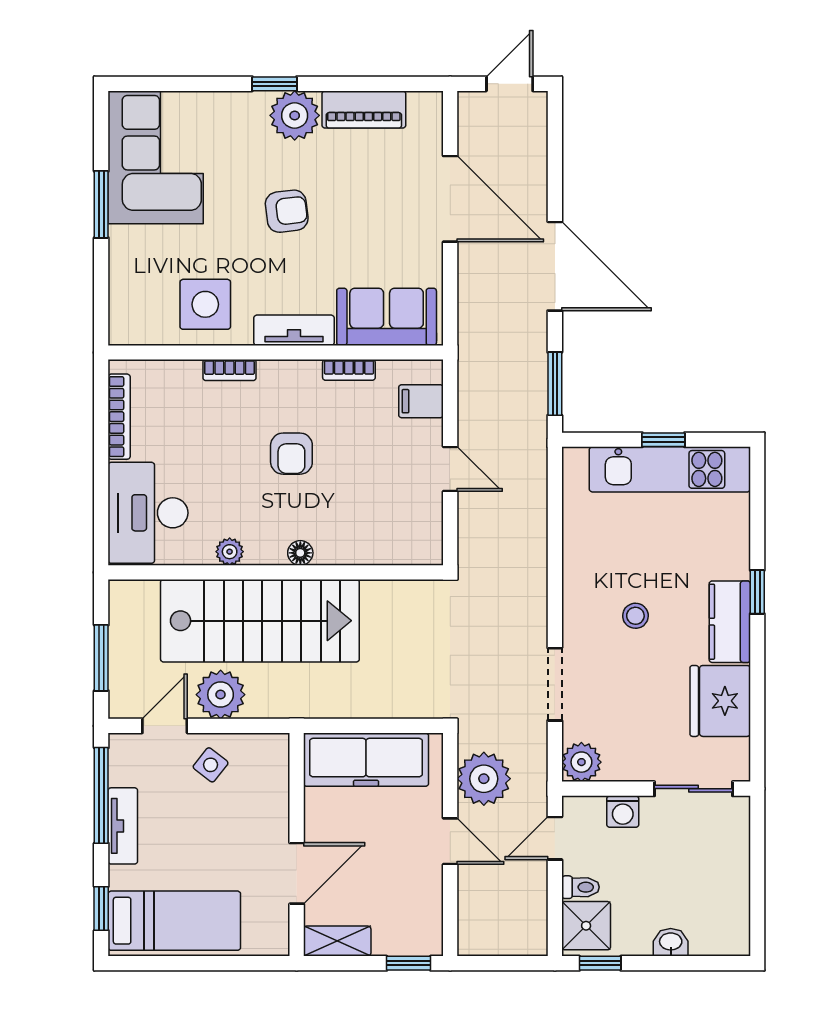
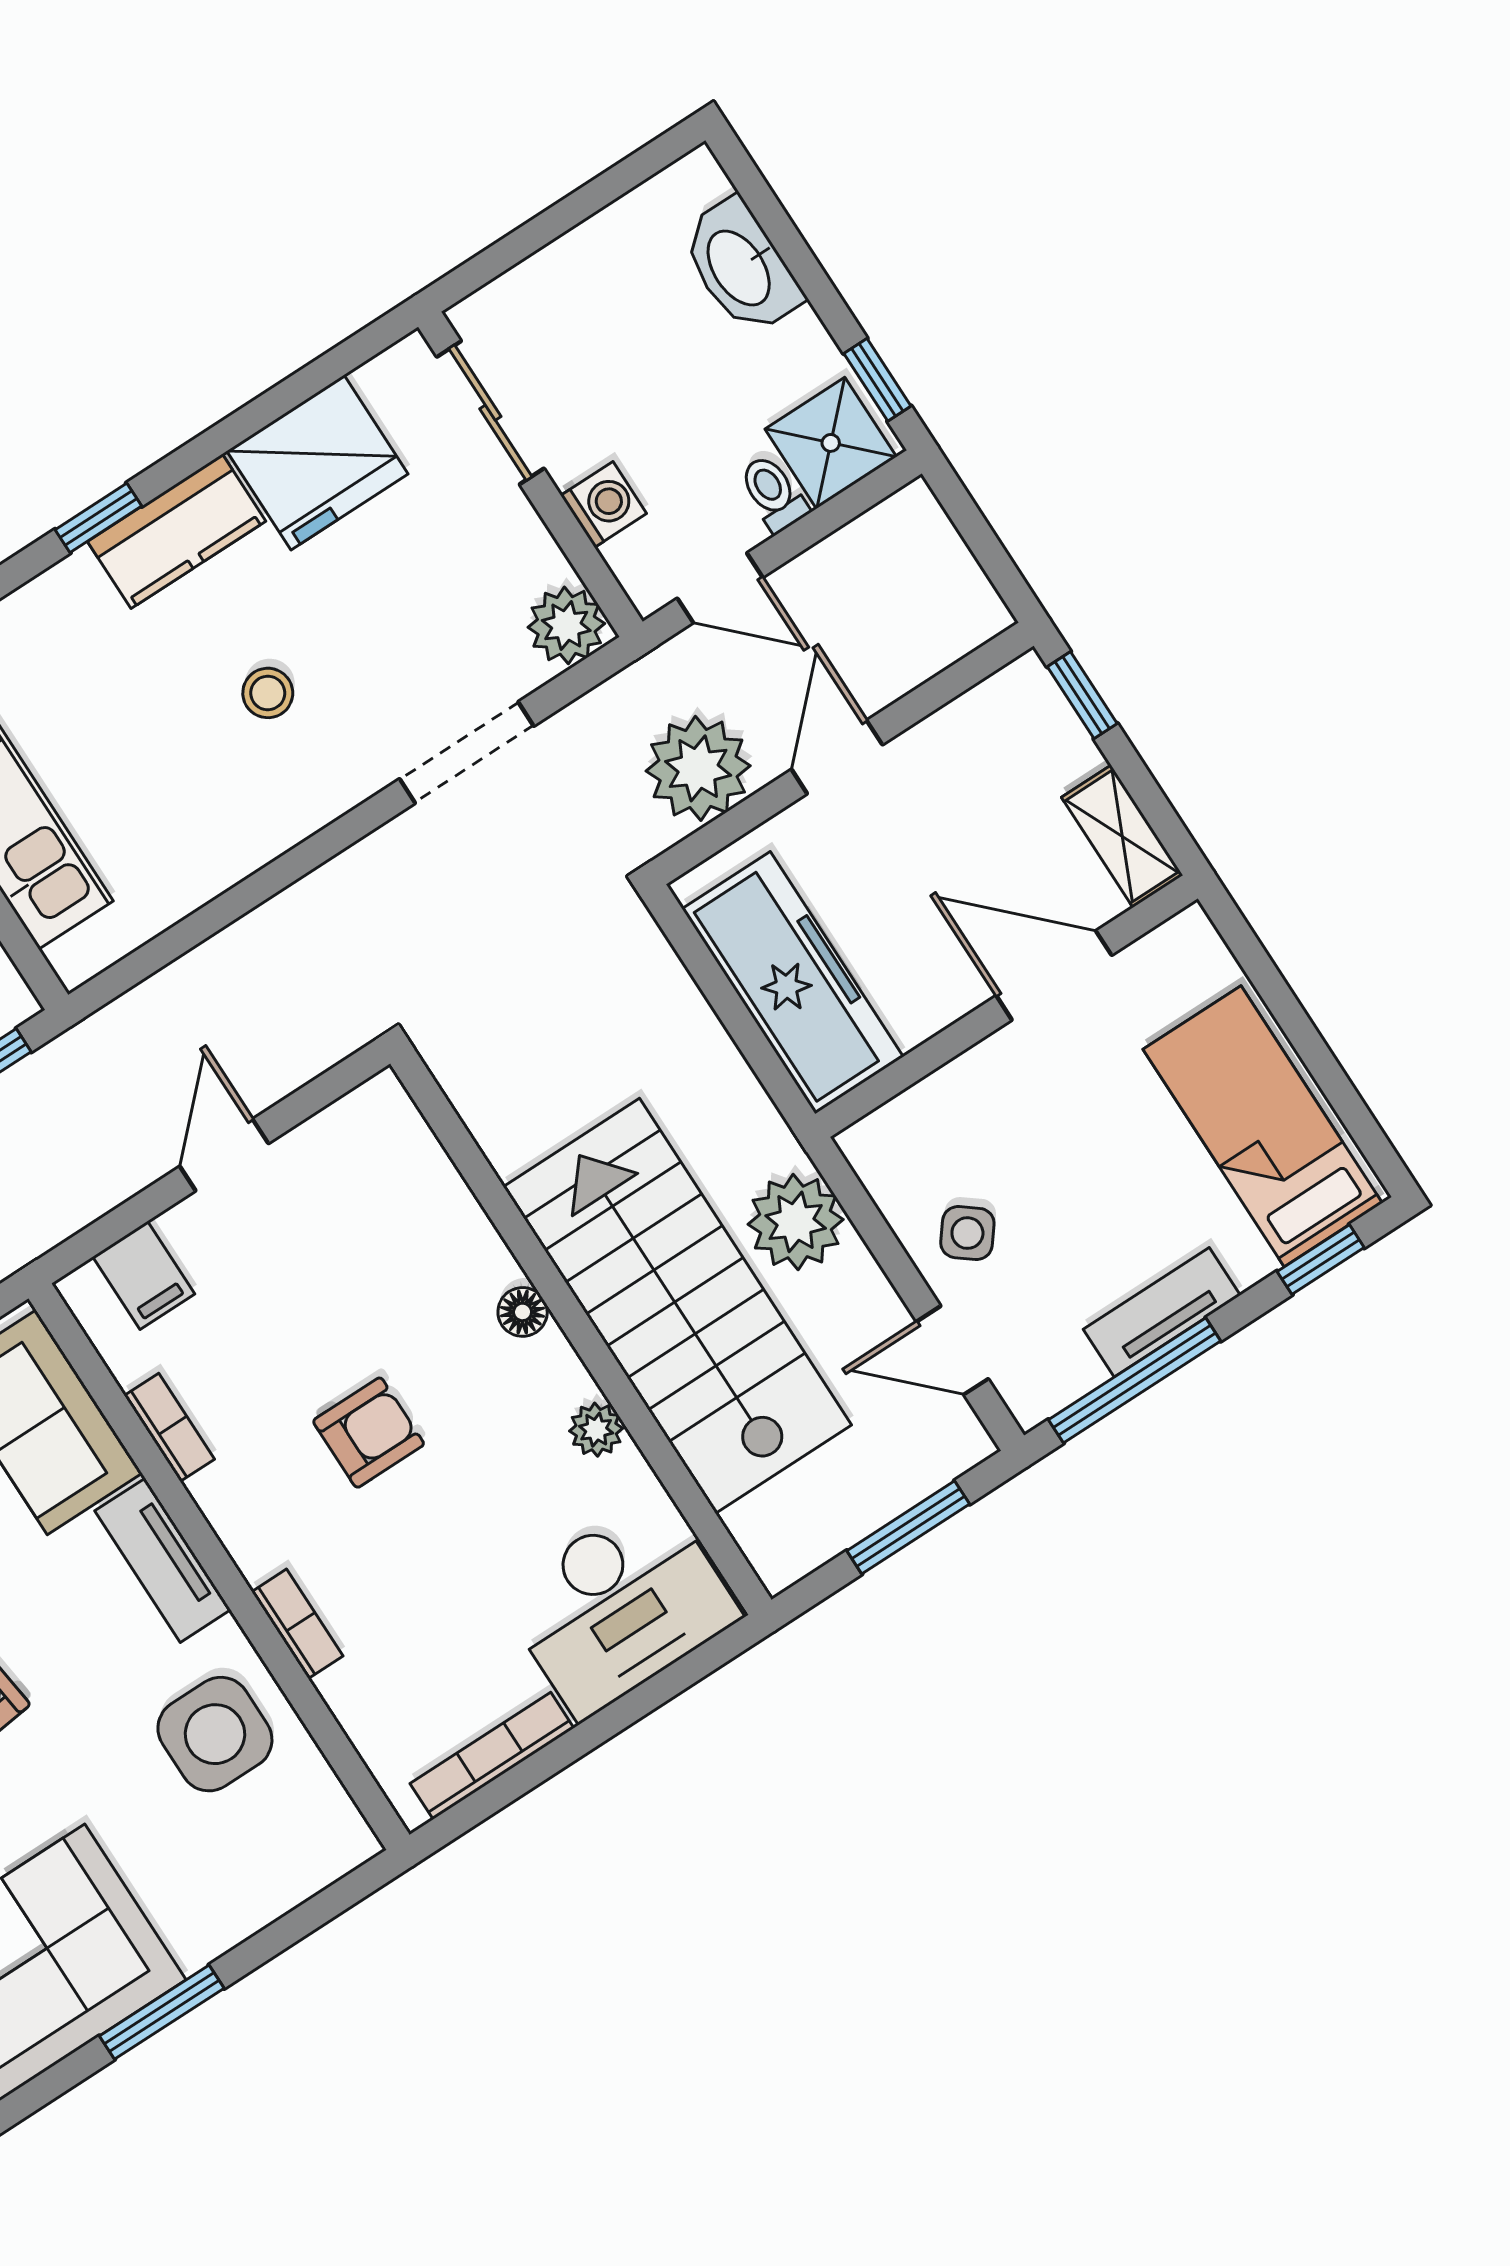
plant: (221, 695) -> (796, 1222), moved
washbasin: (671, 942) -> (741, 267), width x1.91, depth x1.45

